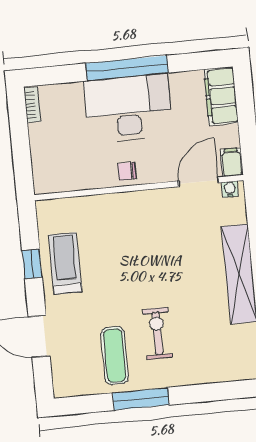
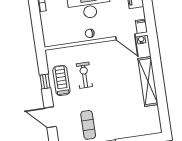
door: (198, 182) -> (125, 37), swing flipped
exercise bike: (157, 333) -> (84, 75), moved

